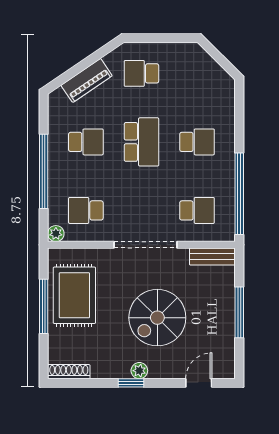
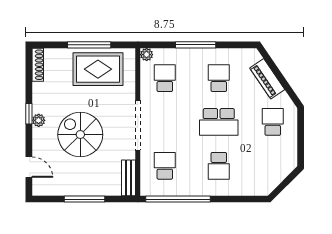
school desk: (86, 142) -> (219, 78), turned 180
window: (44, 171) -> (196, 45), width x0.68
school desk: (197, 210) -> (165, 166), turned 180

